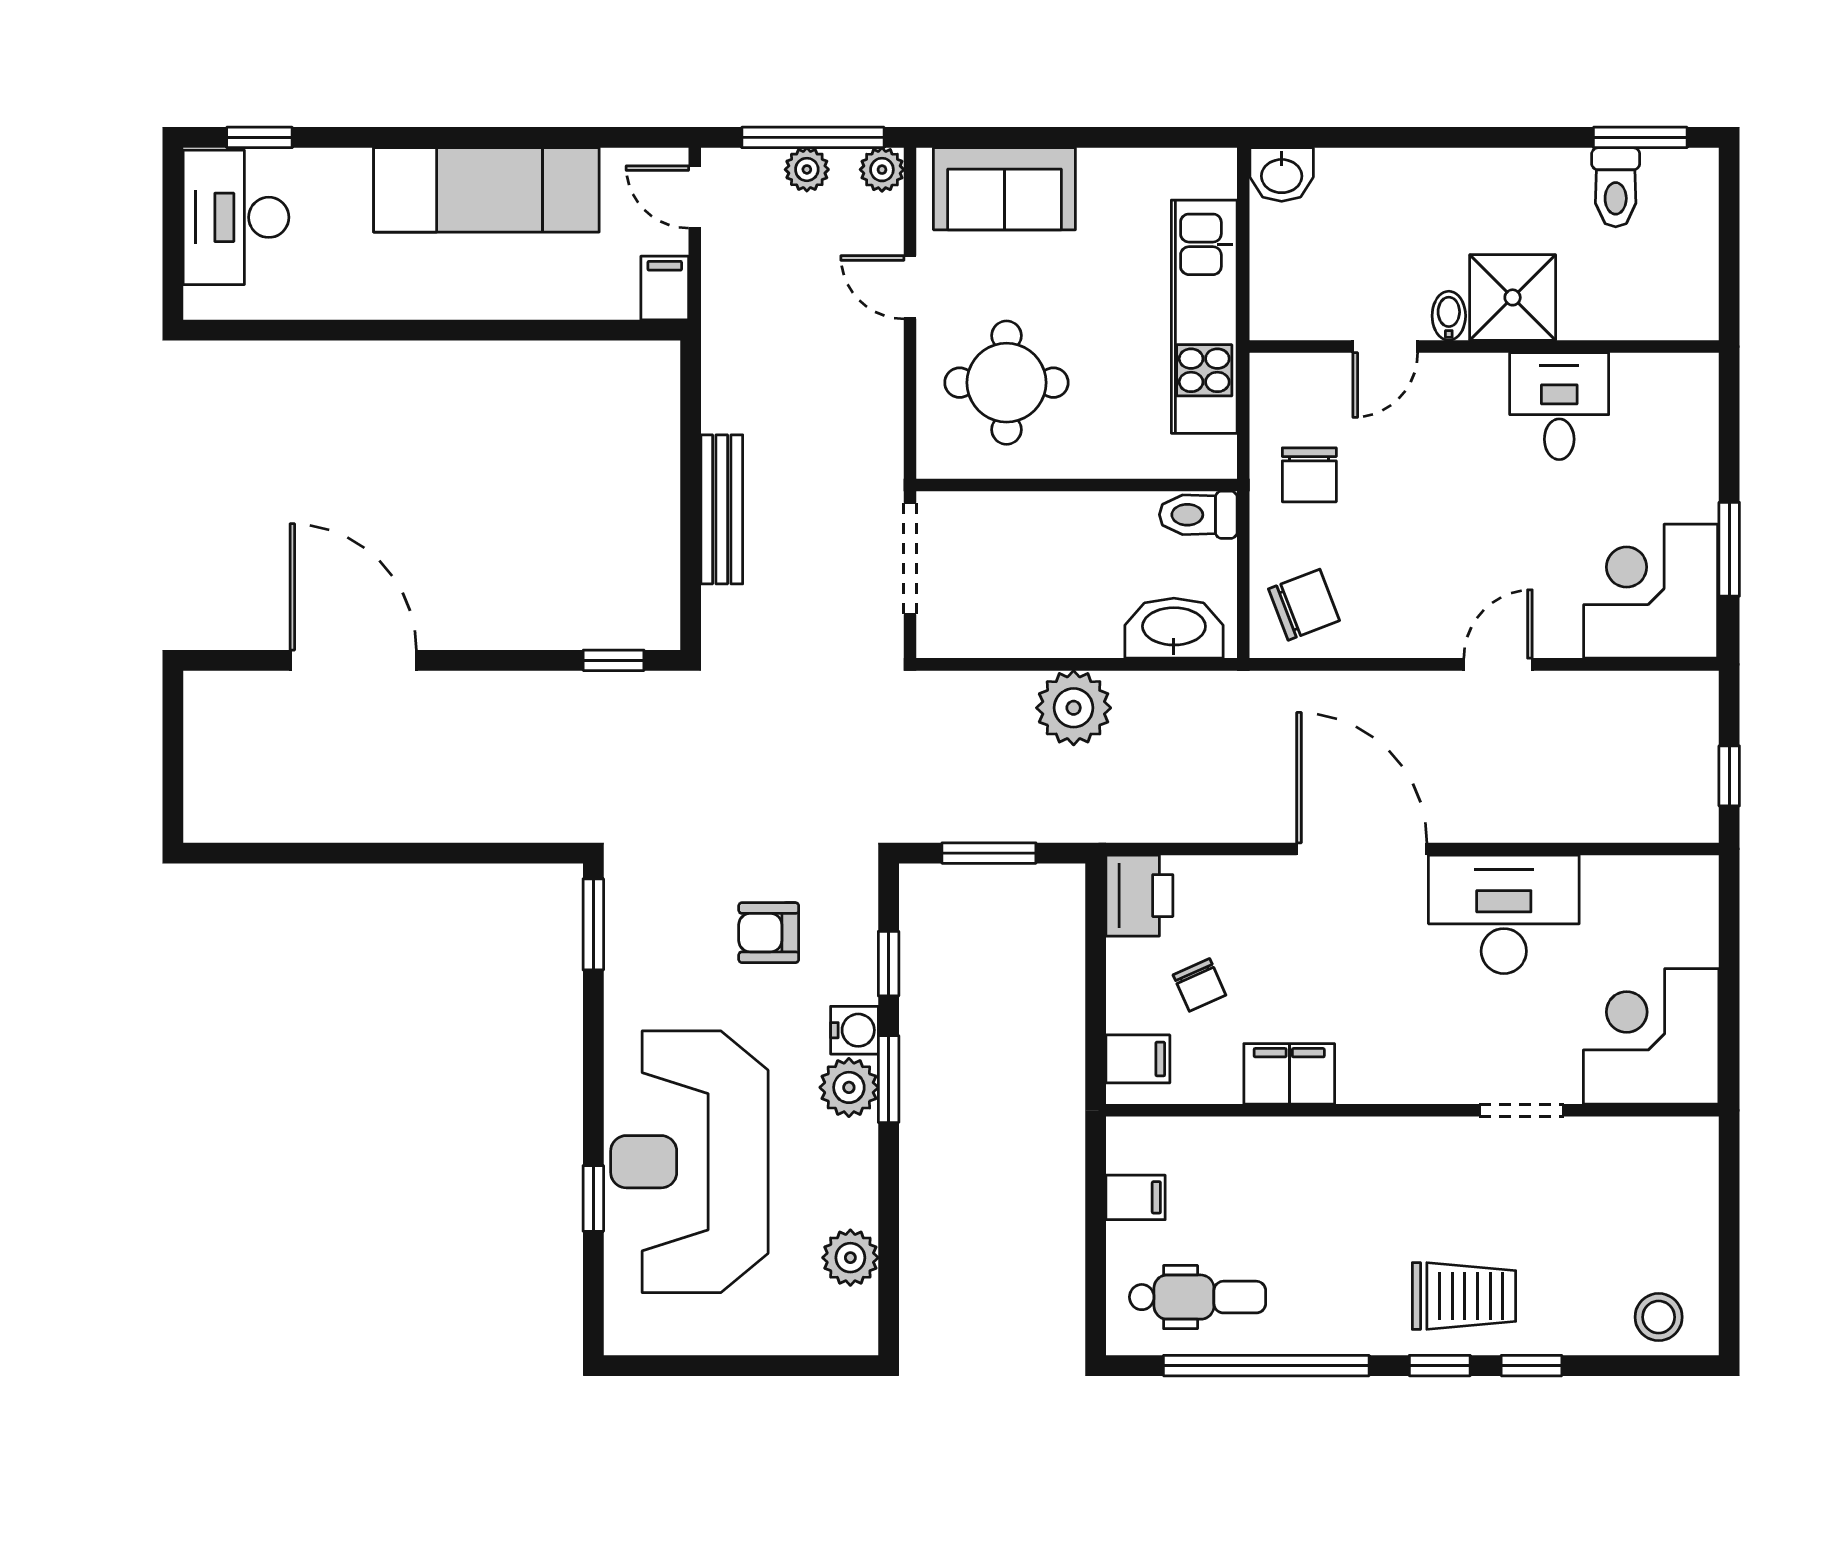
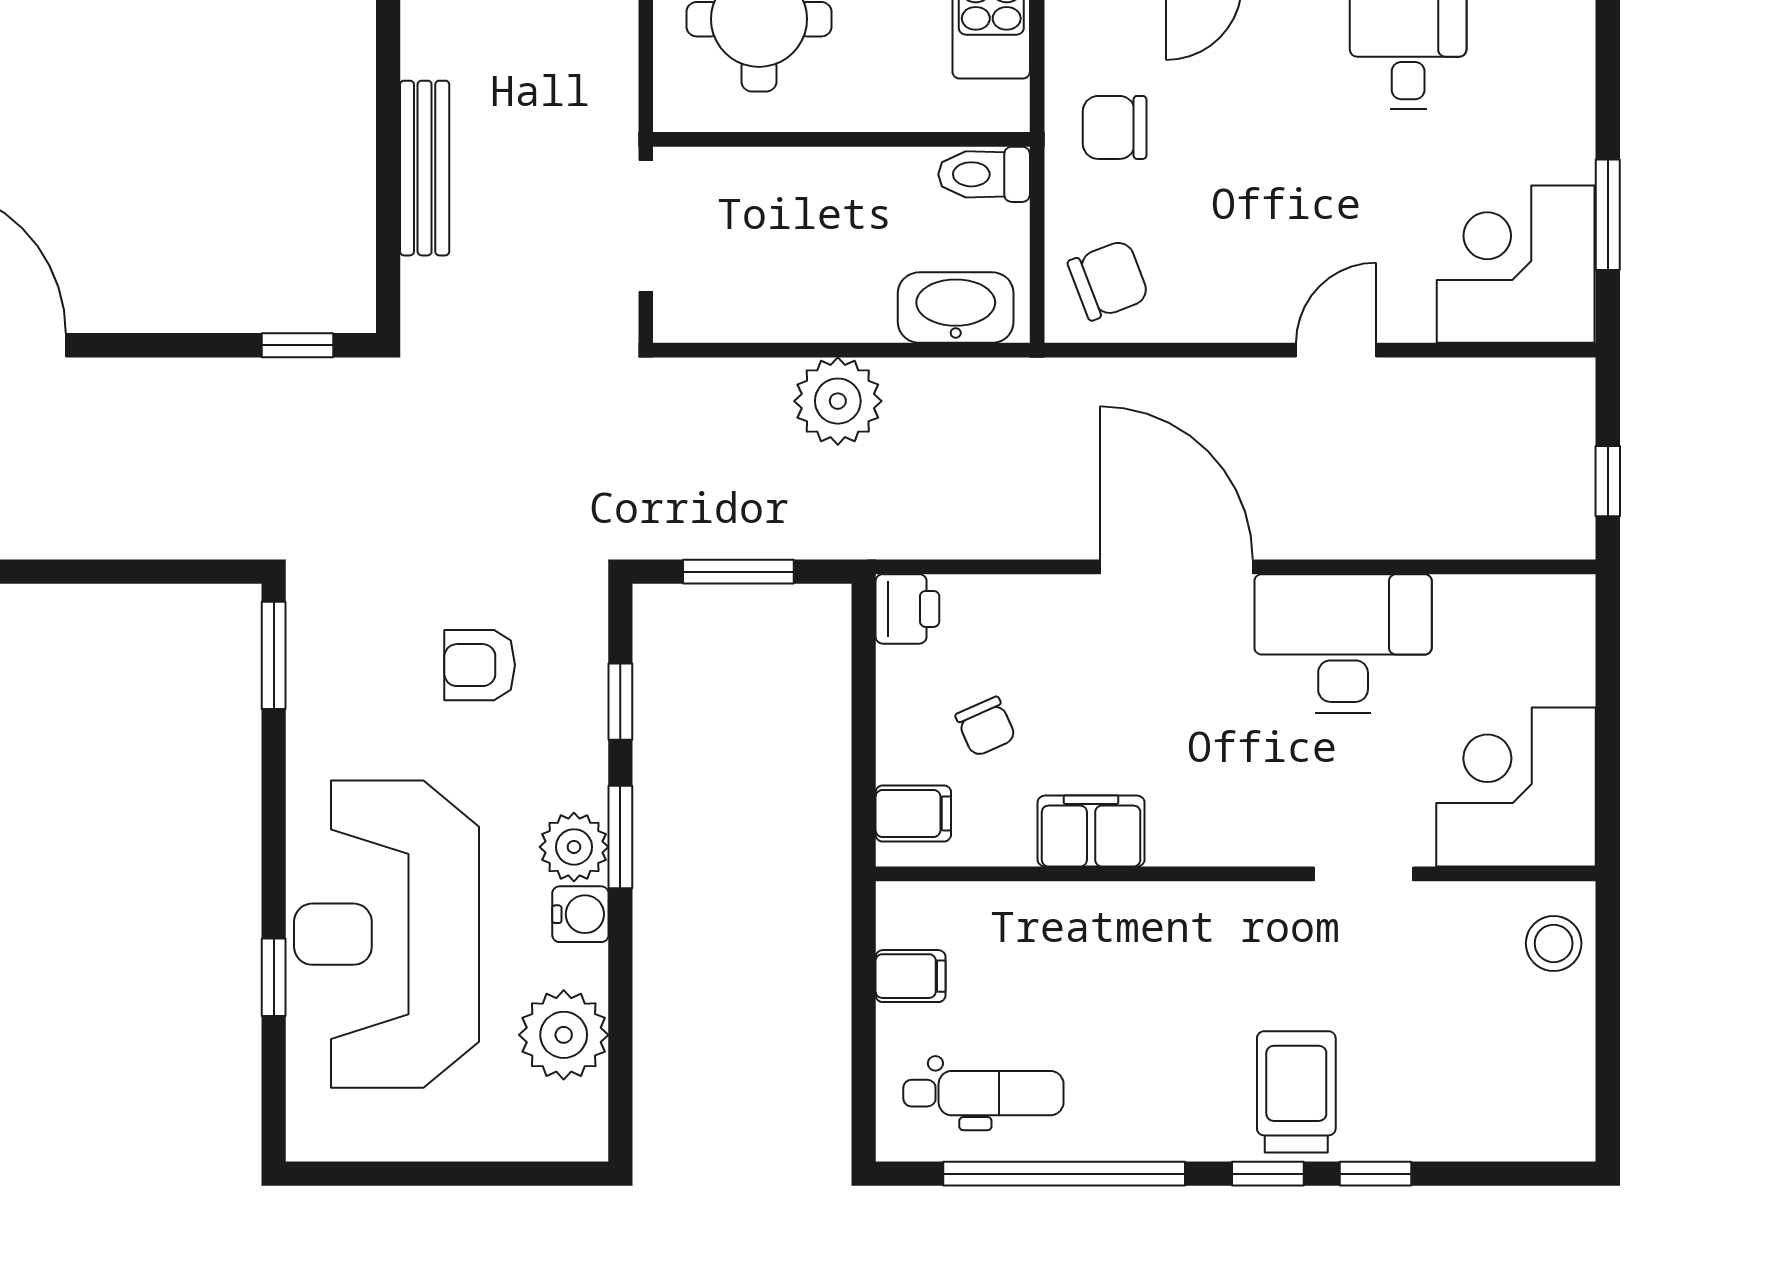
chair: (1309, 475) -> (1115, 127), turned 90
printer: (1139, 896) -> (907, 609), width x0.73, depth x0.81
water cooler: (854, 1030) -> (580, 914), moved
plant: (850, 1258) -> (564, 1035), width x1.36, depth x1.36
trolley: (1464, 1296) -> (1296, 1092), turned -90
stool: (1659, 1317) -> (1554, 943), moved

